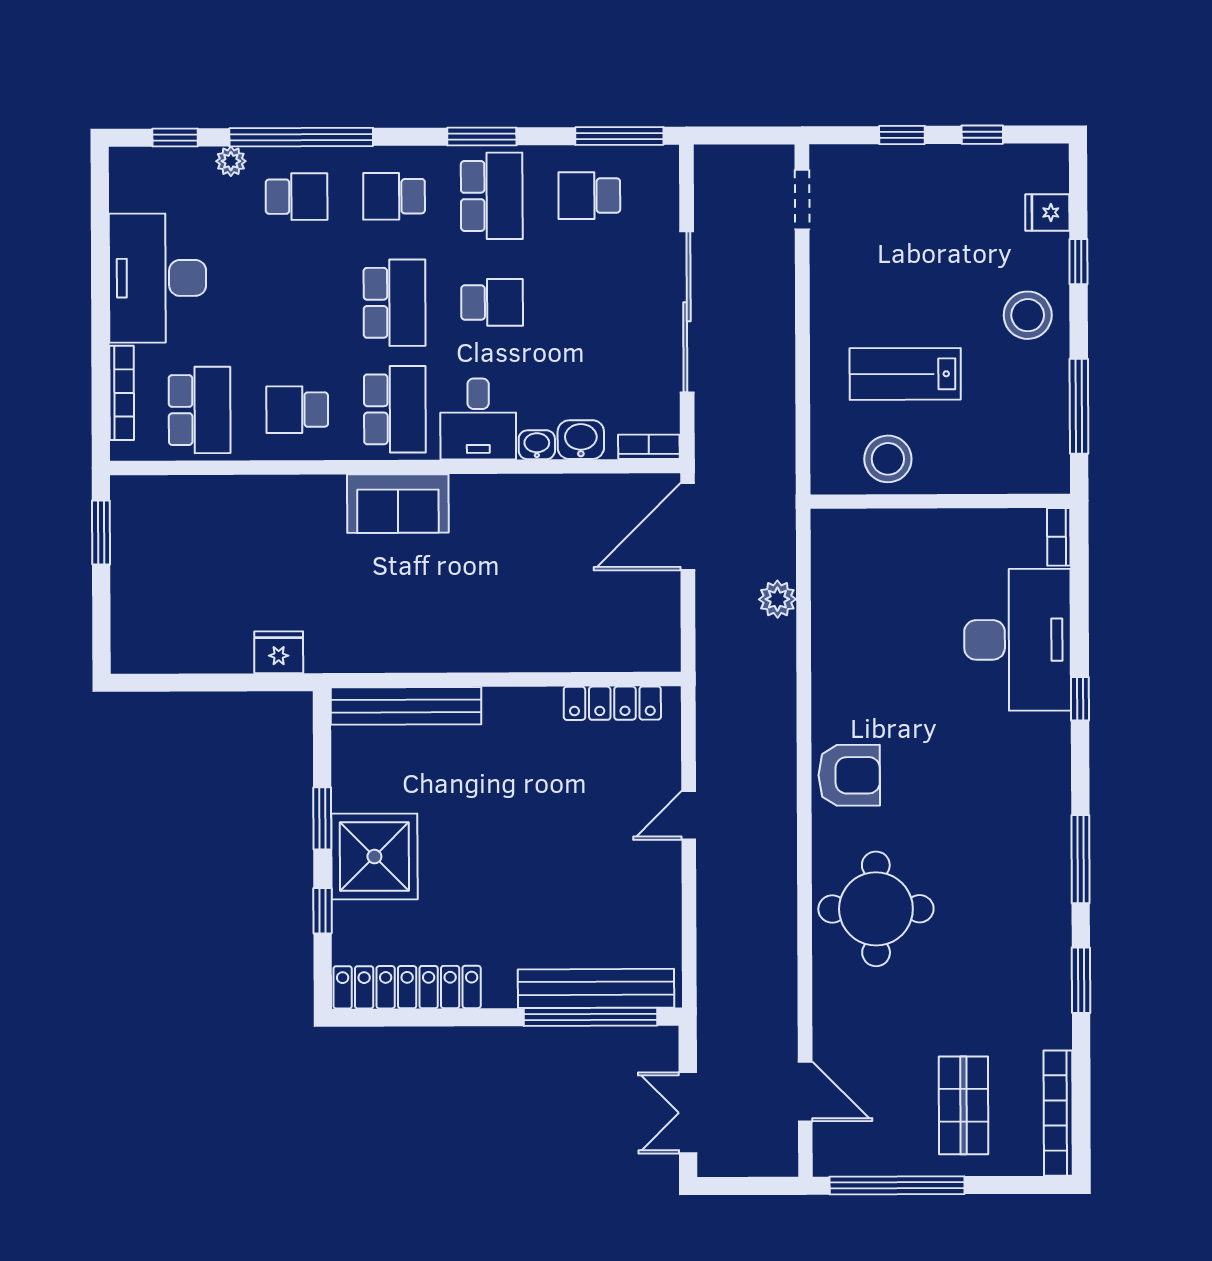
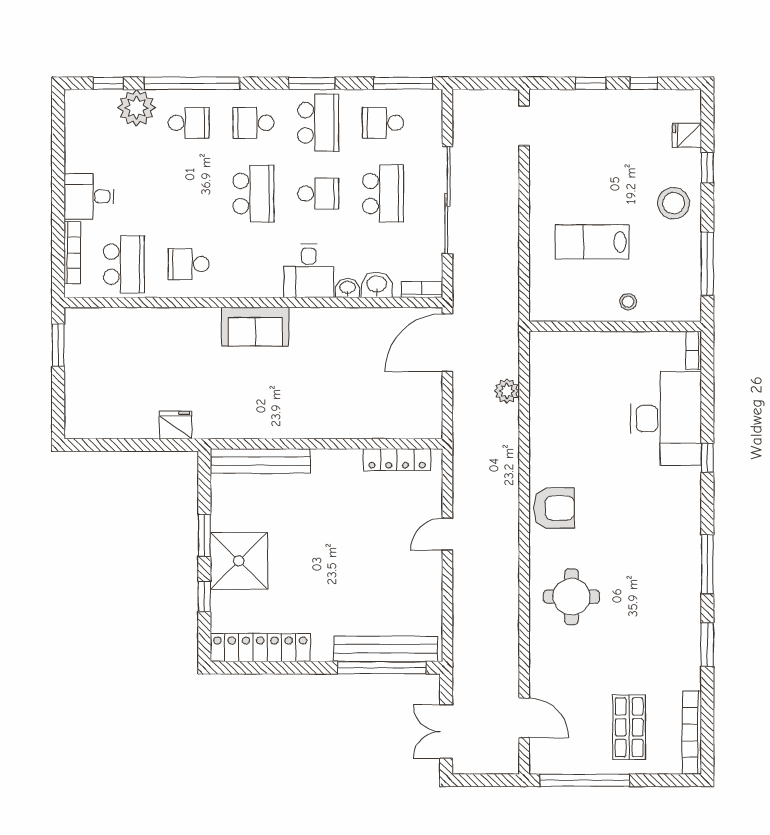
plant: (231, 161) -> (137, 108), width x1.87, depth x1.87
desk: (158, 278) -> (89, 196), width x0.53, depth x0.77
school desk: (395, 409) -> (383, 193), moved
stool: (888, 459) -> (628, 302), moved, width x0.53, depth x0.53
round table: (876, 909) -> (571, 597), width x0.73, depth x0.73

